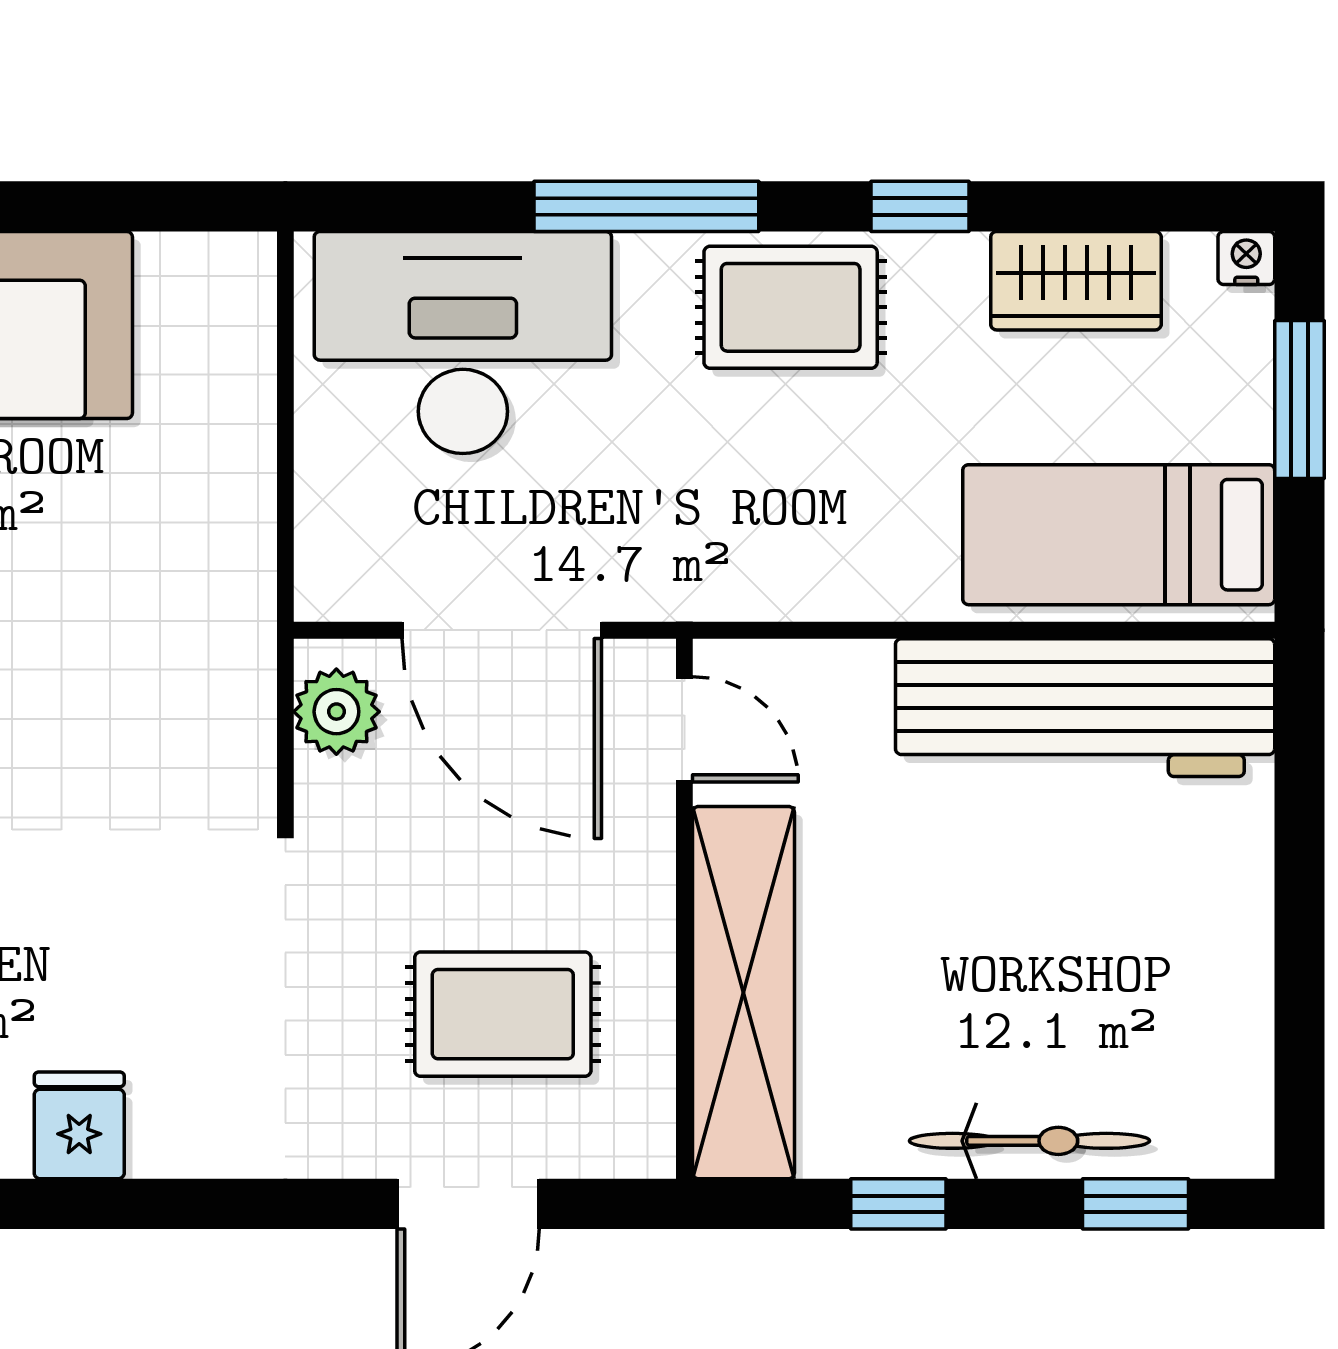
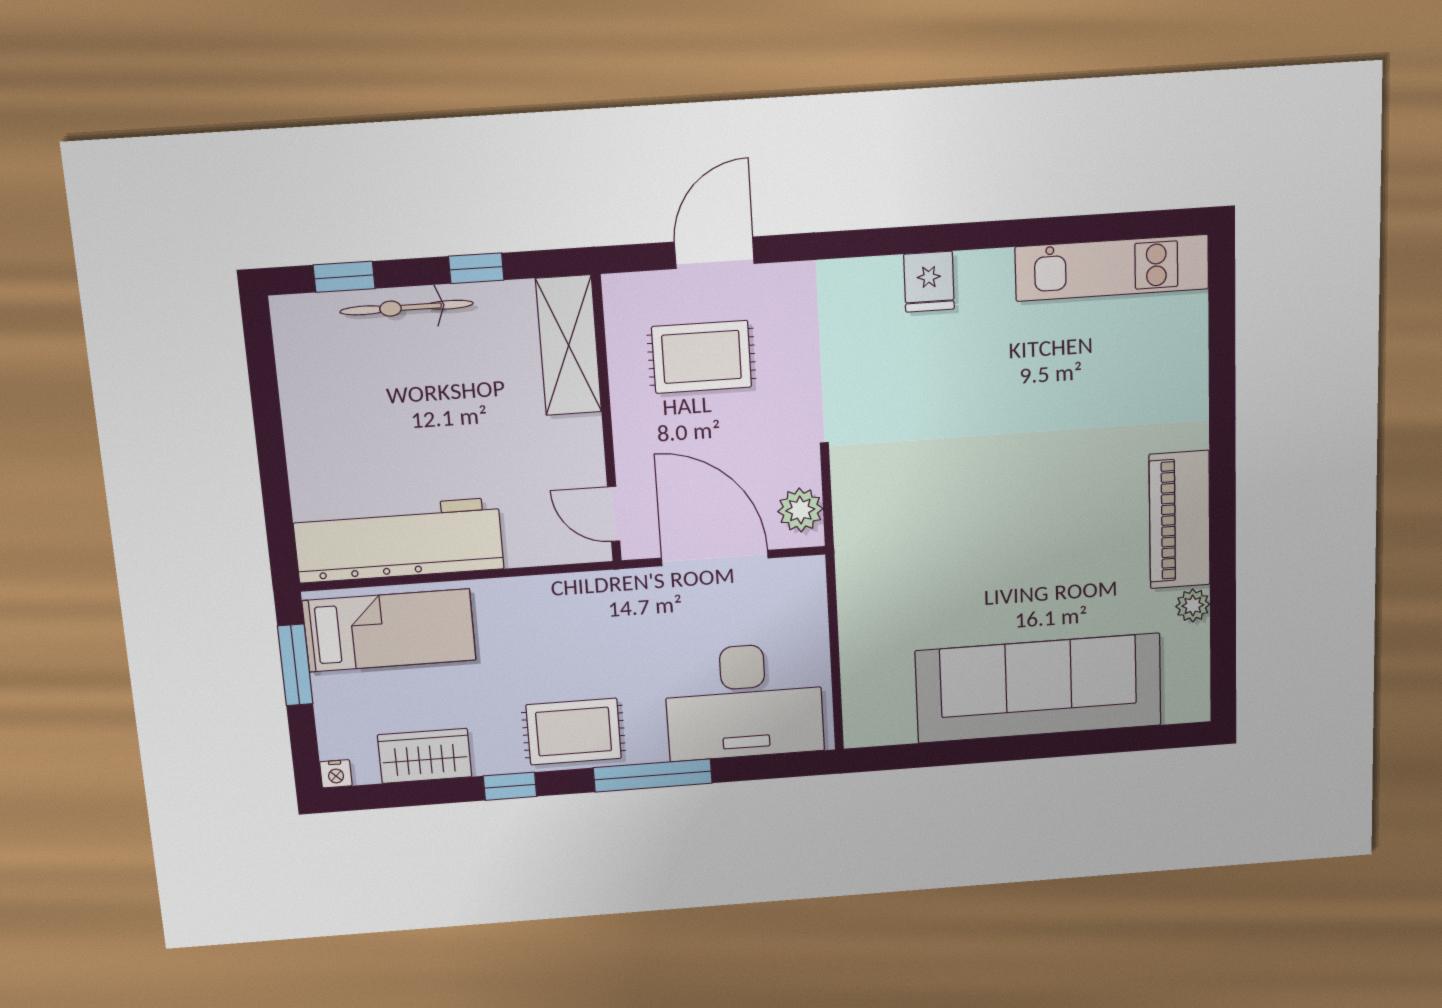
window: (1299, 399) -> (295, 665), moved
shelving: (743, 993) -> (569, 345), width x0.68

